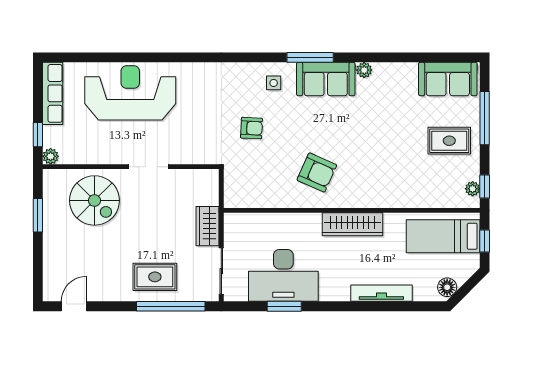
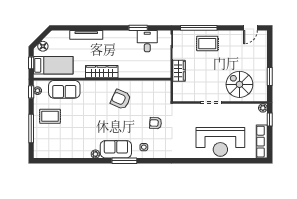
sofa: (448, 79) -> (64, 89), moved, turned 180
desk: (283, 275) -> (147, 41), width x0.53, depth x0.77
floor lamp: (447, 287) -> (43, 46), moved

